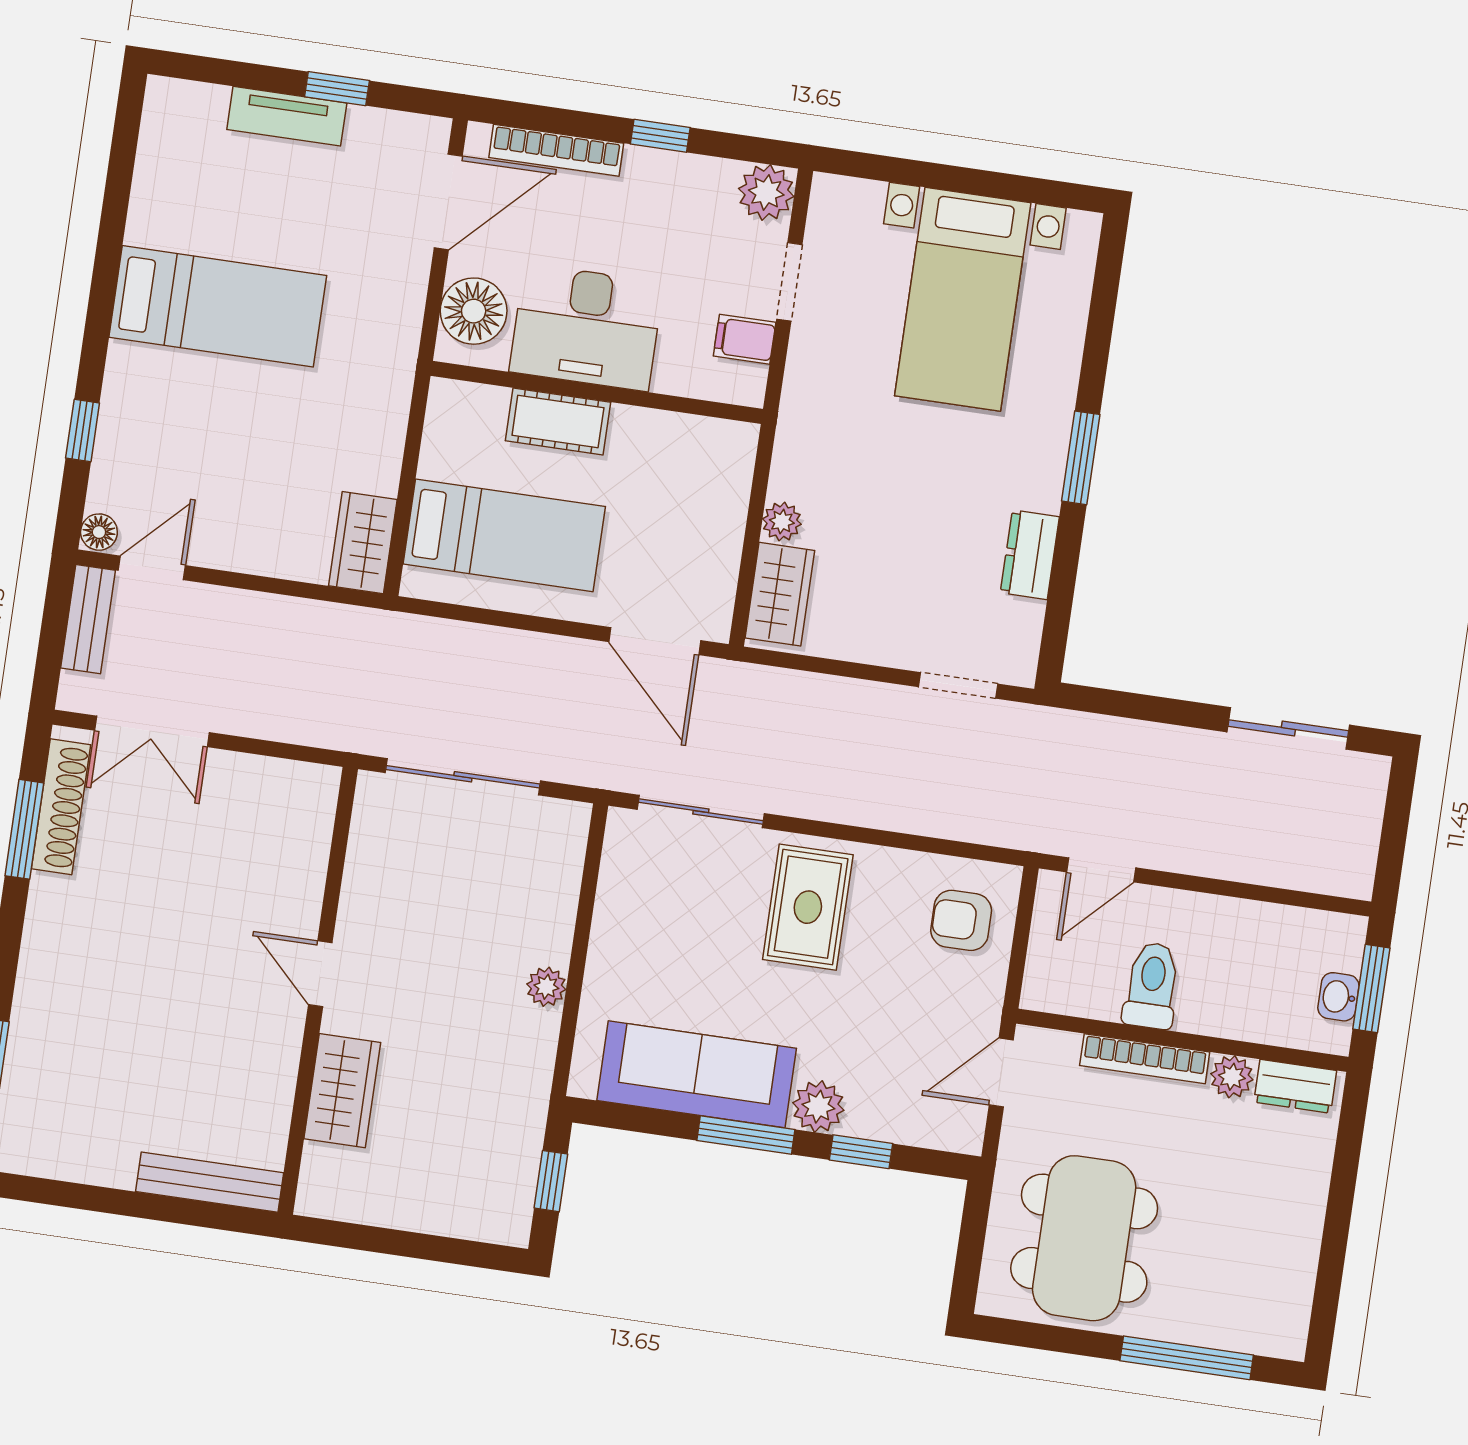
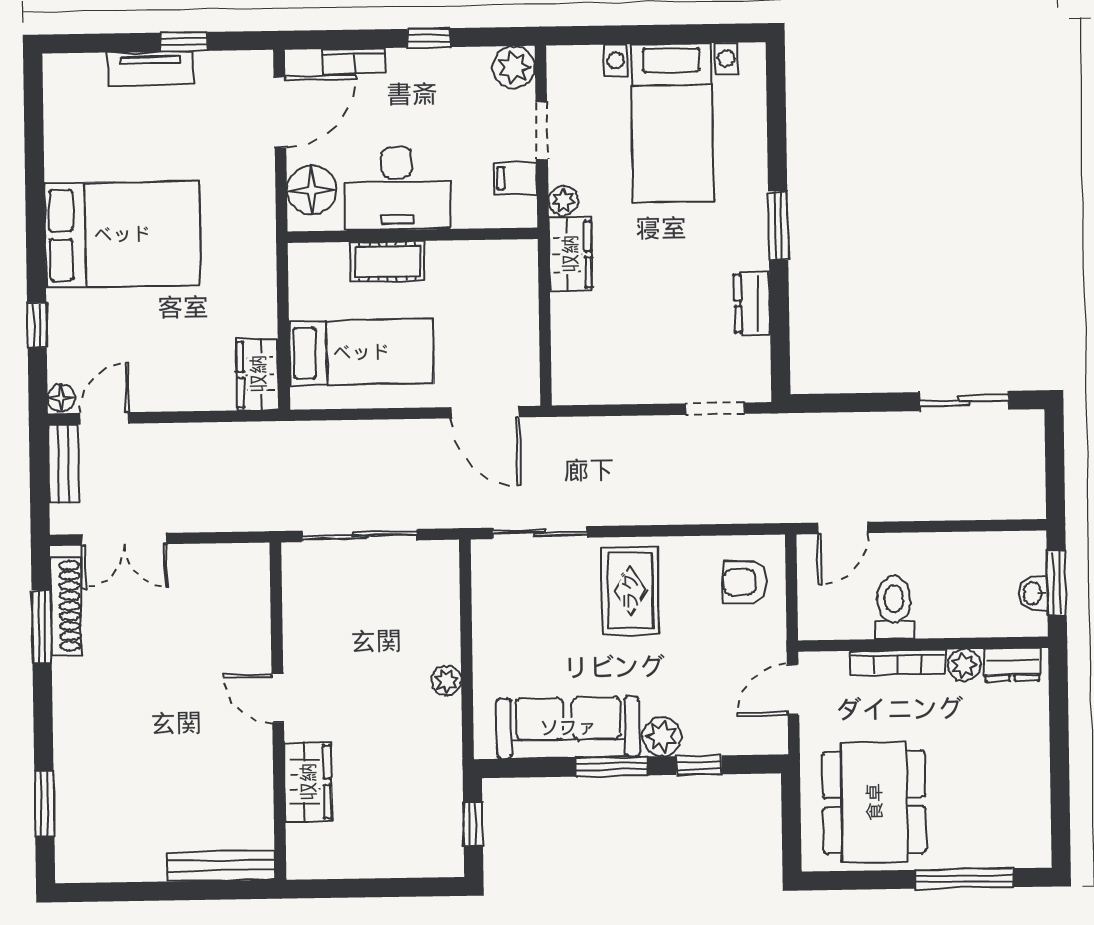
bookcase: (556, 150) -> (354, 61), width x0.64
bed: (218, 306) -> (122, 234), width x1.50
plant: (782, 522) -> (563, 201), moved
wardrobe: (780, 594) -> (570, 254), moved

